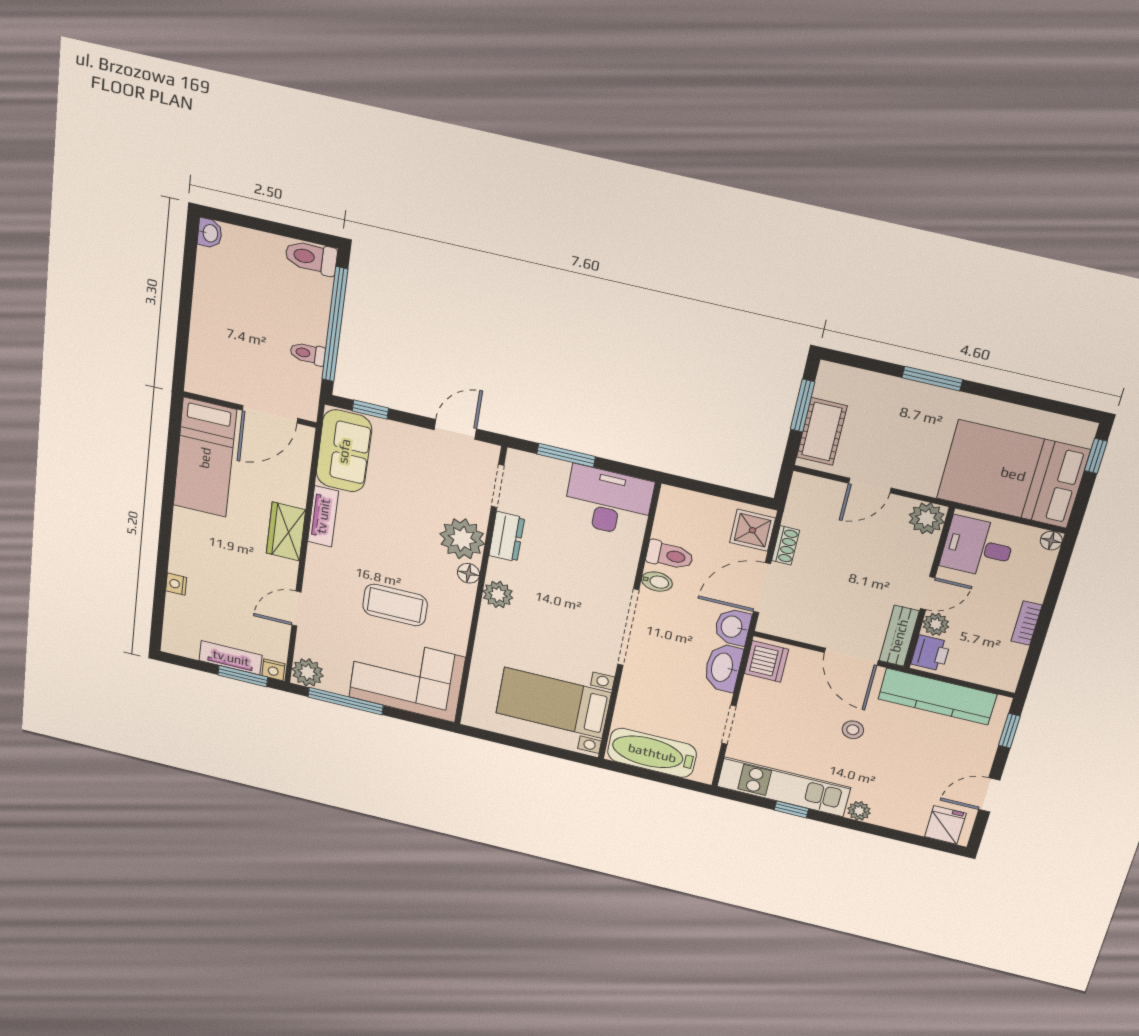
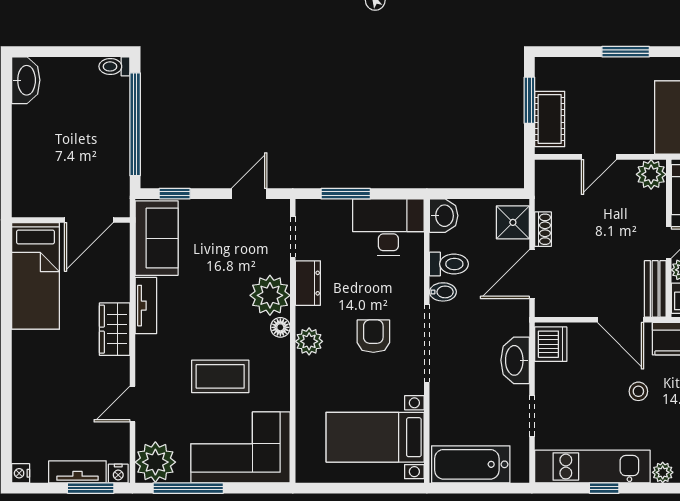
washbasin: (210, 233) -> (26, 80), width x1.91, depth x1.45
toilet: (311, 257) -> (114, 66), width x0.73, depth x0.72
toilet: (308, 354) -> (115, 156), removed
nightstand: (176, 584) -> (21, 473), moved
armchair: (570, 606) -> (373, 336), added
washbasin: (732, 627) -> (444, 216), moved, turned 180
plant: (308, 672) -> (155, 462), width x1.36, depth x1.36

